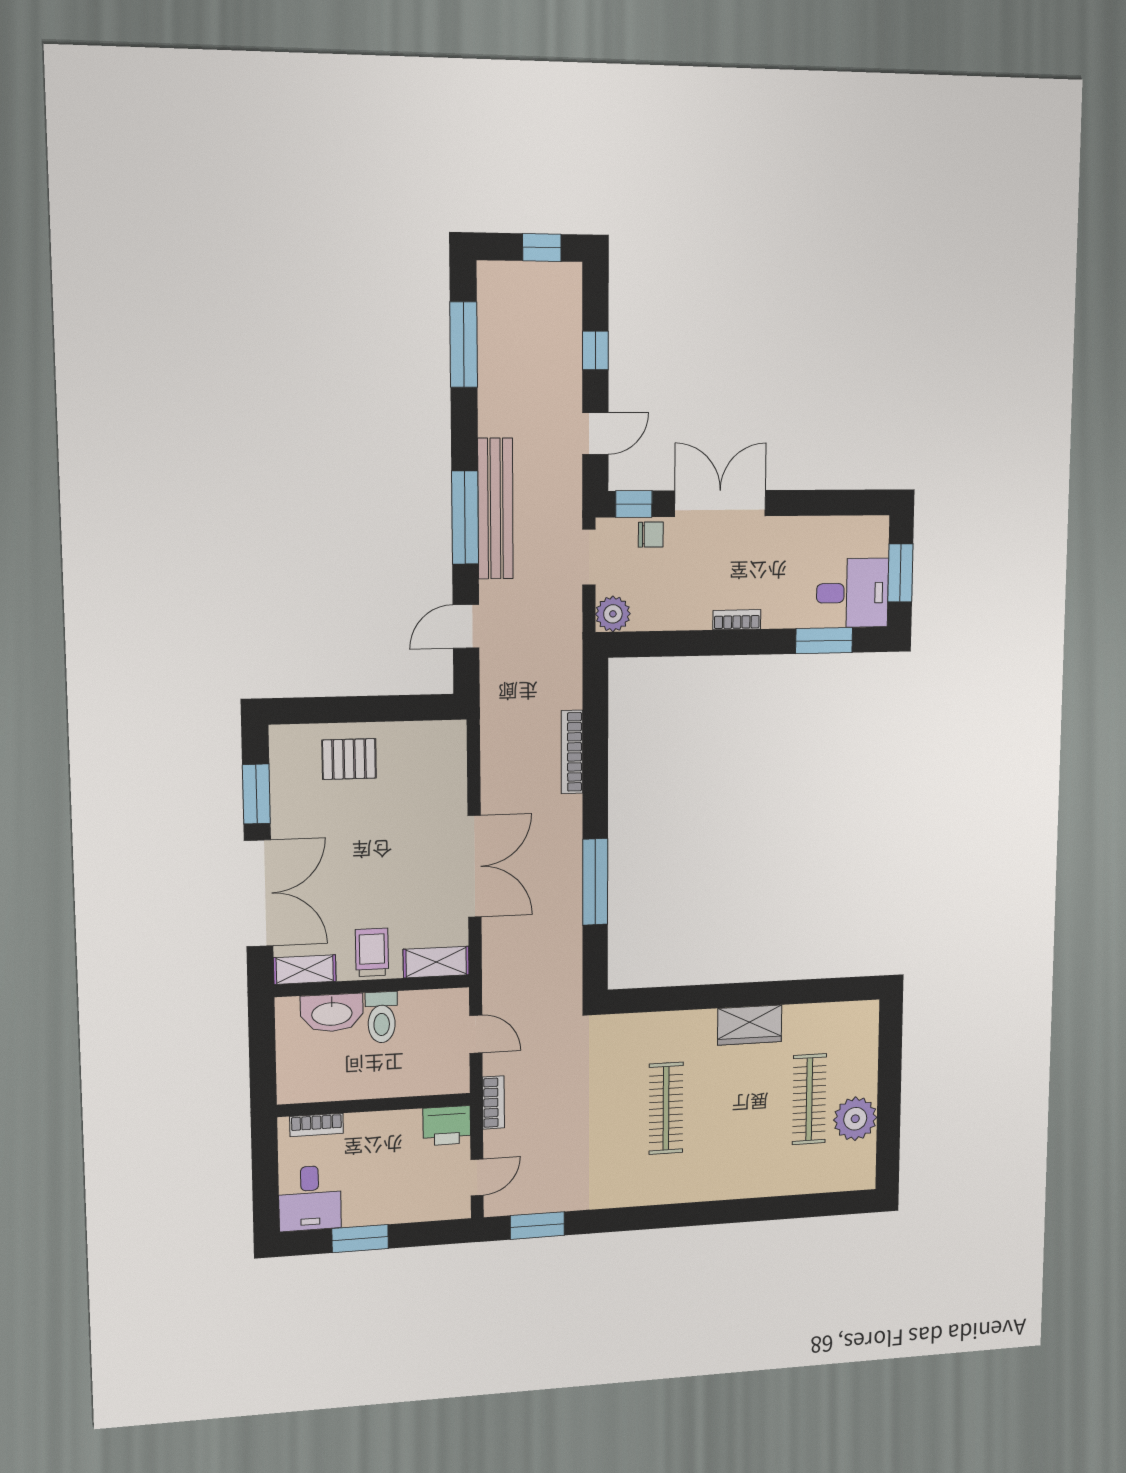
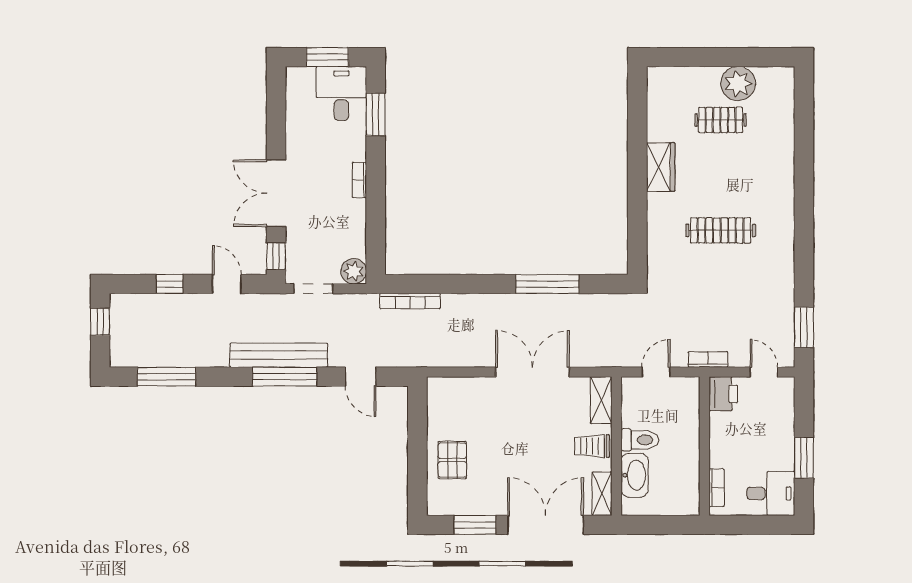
chair: (651, 535) -> (298, 244), removed
bookcase: (572, 752) -> (410, 301), moved
clothes rail: (809, 1099) -> (721, 120), width x0.73

